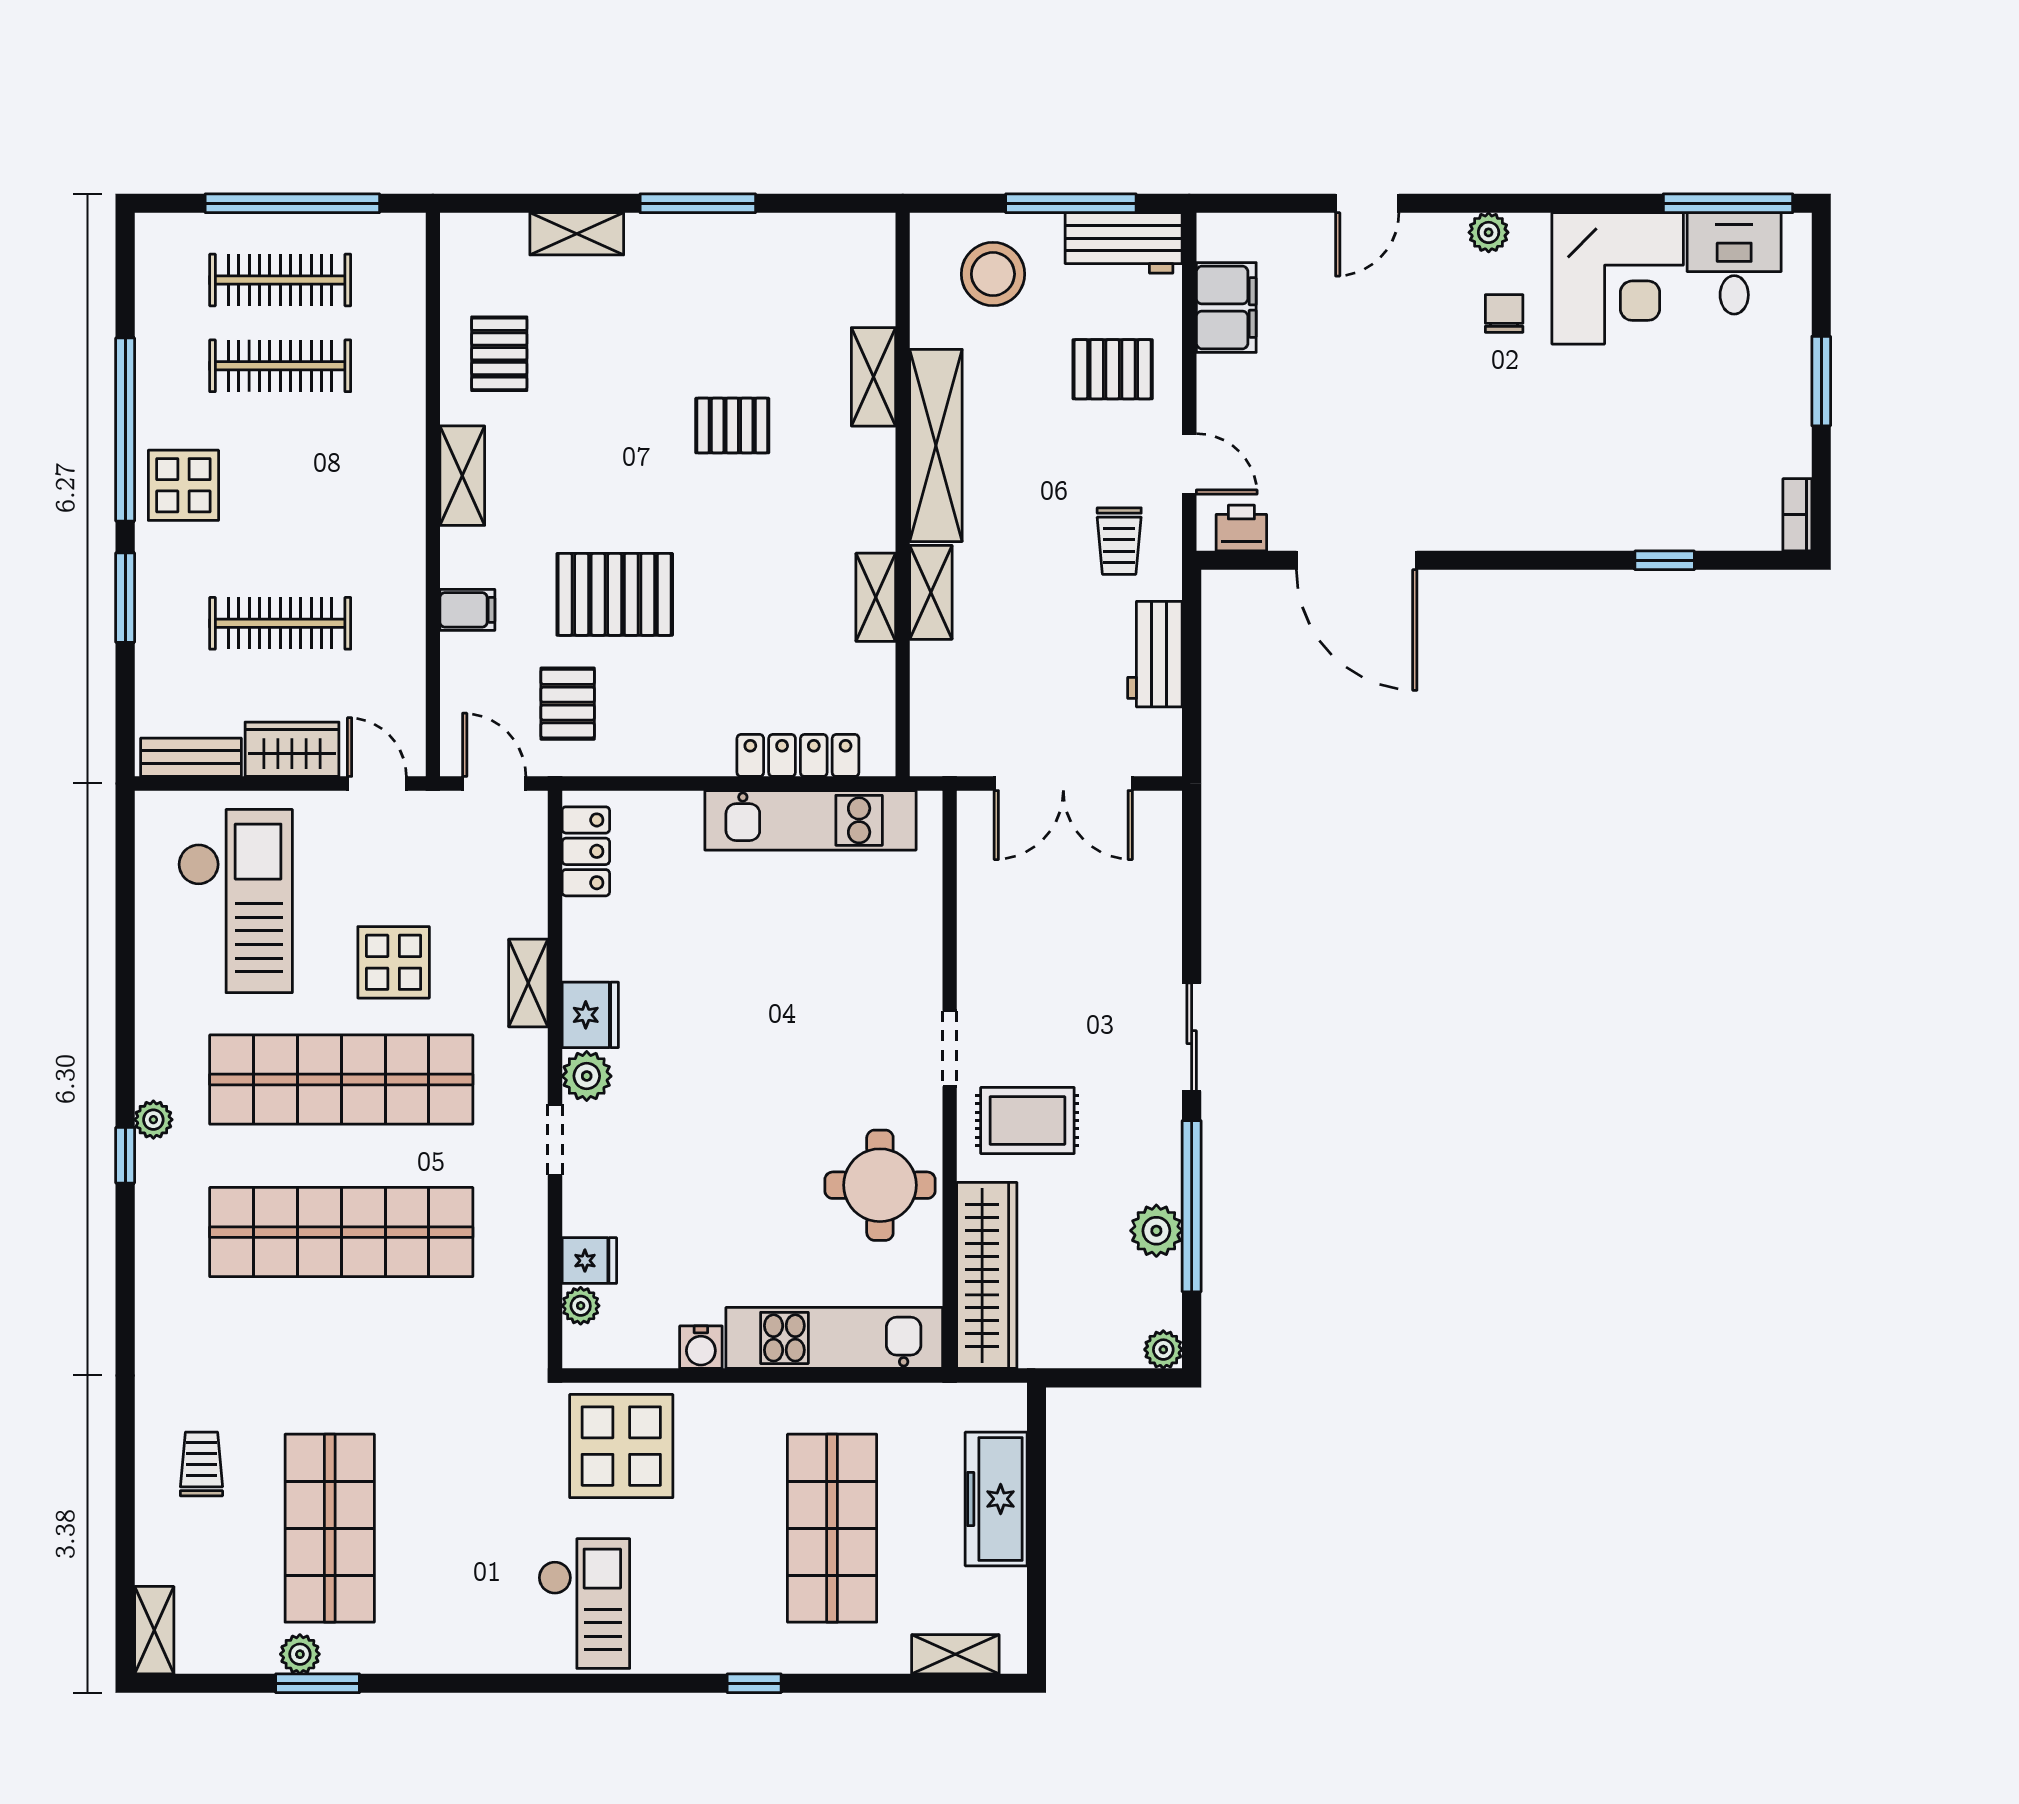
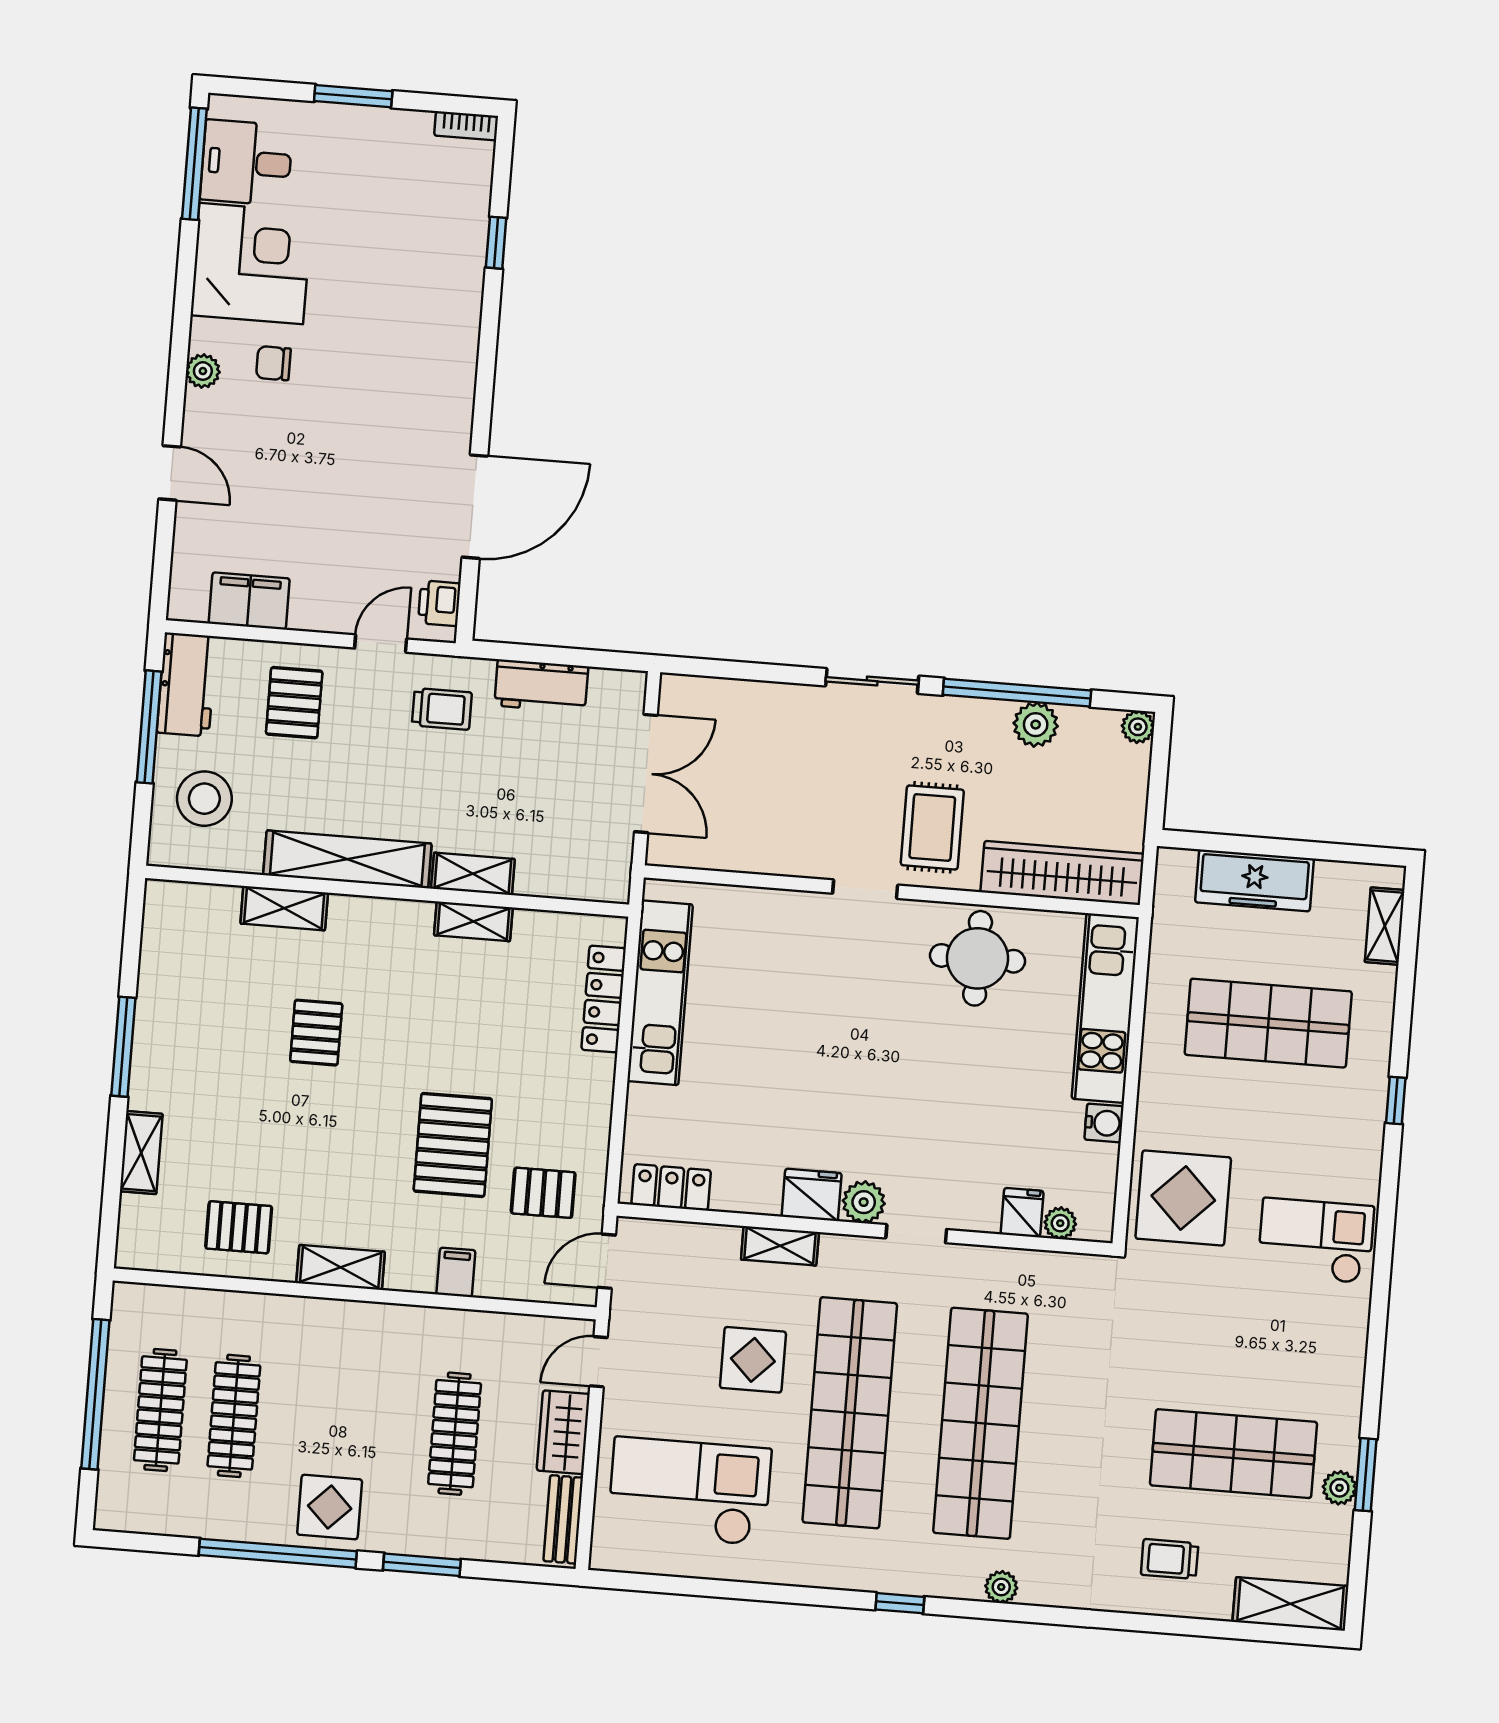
plant: (153, 1120) -> (1001, 1587), moved
shelving: (154, 1630) -> (1291, 1604), width x1.50, depth x1.33

